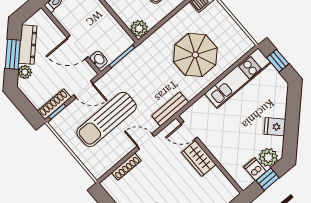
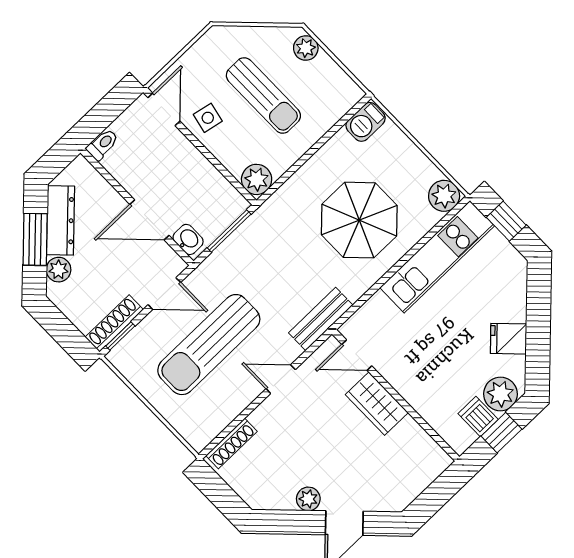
plant: (244, 44) -> (444, 196), added
shoe rack: (126, 167) -> (232, 443), moved

